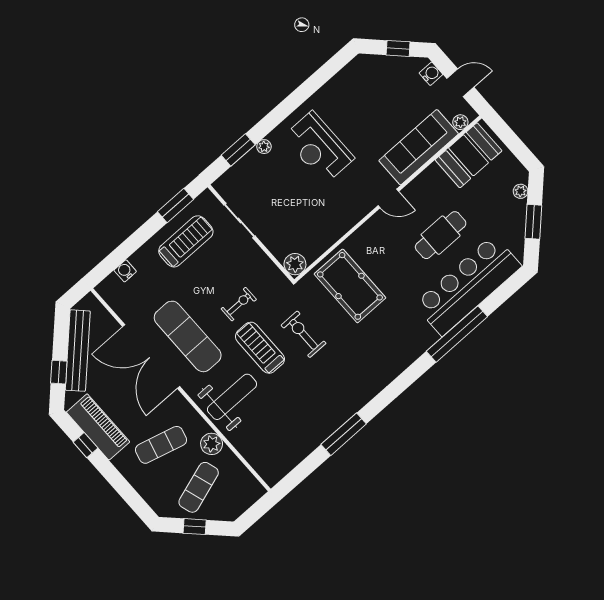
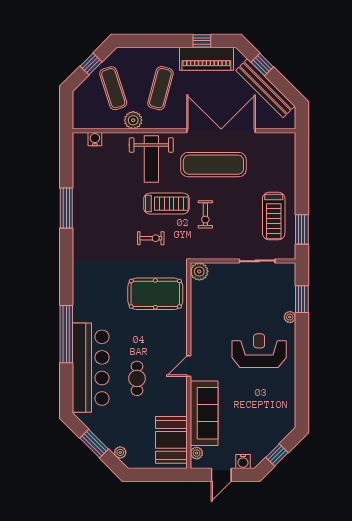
cafe table: (441, 235) -> (137, 378), width x0.73, depth x0.74
water cooler: (125, 271) -> (95, 139), moved, turned -90
exercise bike: (304, 334) -> (151, 238), width x0.73, depth x0.72

